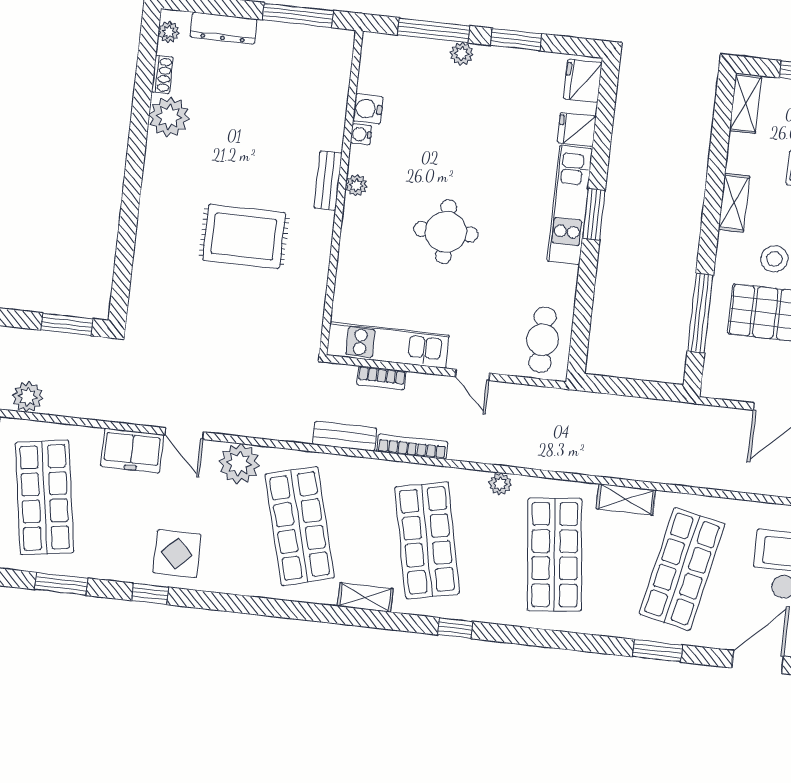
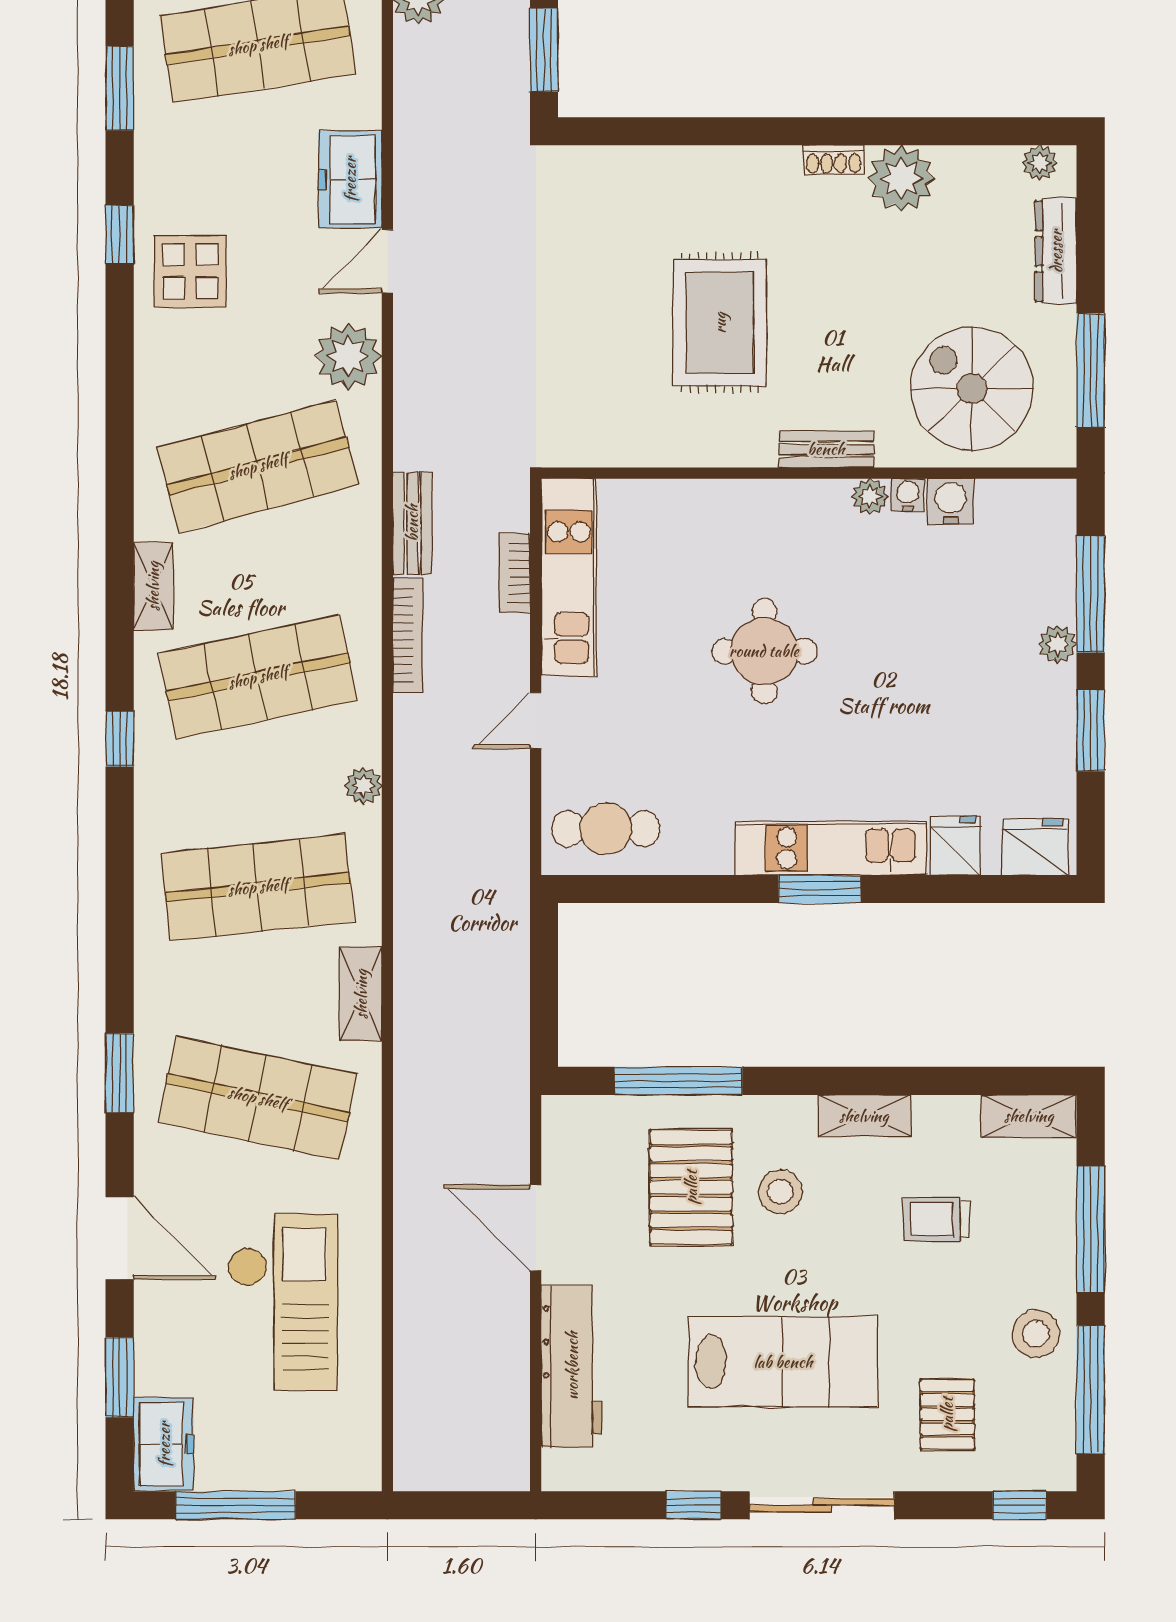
shoe rack: (162, 75) -> (834, 160), moved
spiral stairs: (301, 88) -> (972, 389), added
plant: (356, 185) -> (870, 497), moved

